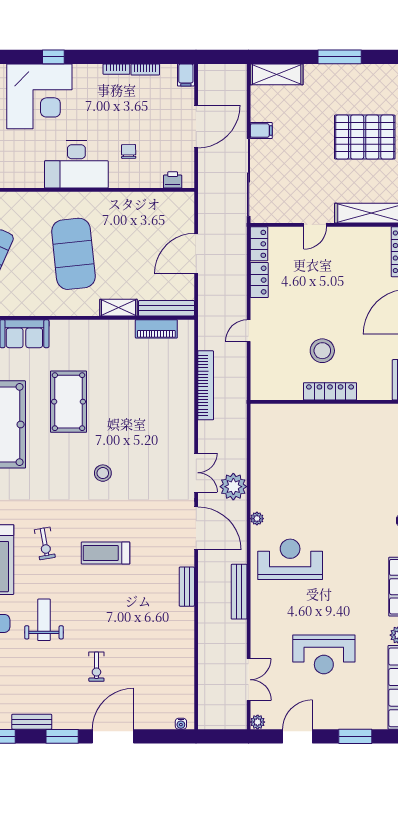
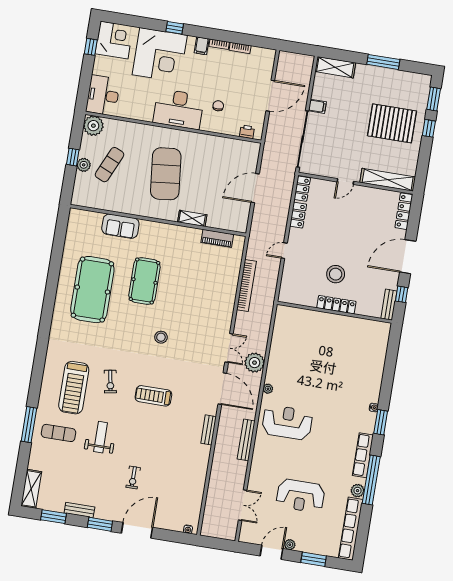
filing cabinet: (186, 75) -> (202, 46), moved
bench: (166, 308) -> (227, 225), removed
plant: (258, 722) -> (290, 545), moved

